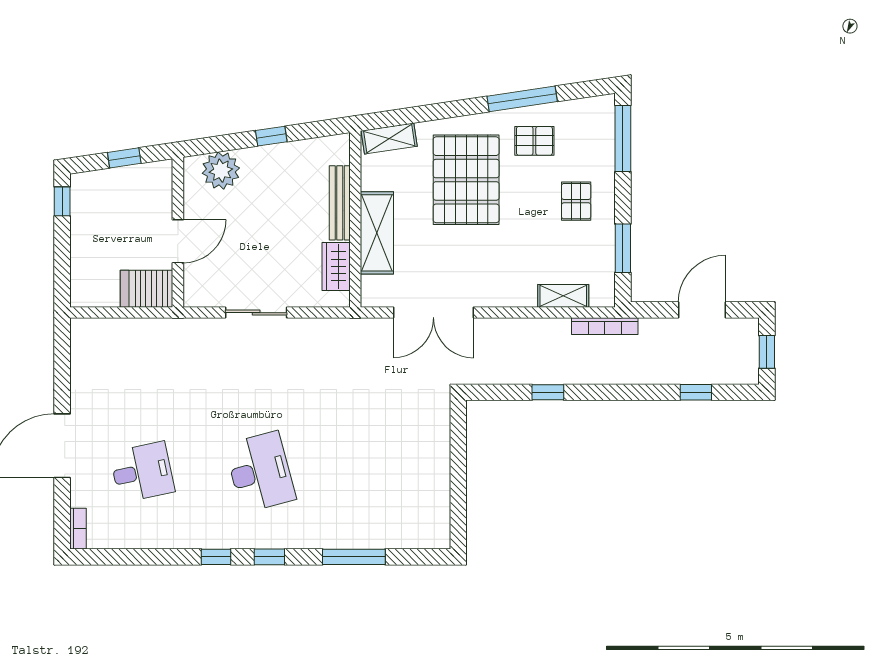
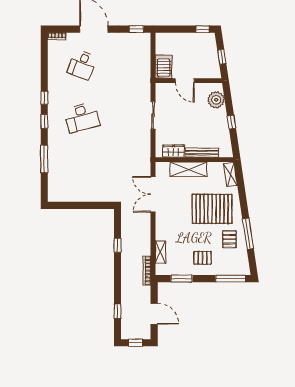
window: (62, 350) -> (136, 29), added
desk: (142, 472) -> (82, 65), turned 33

